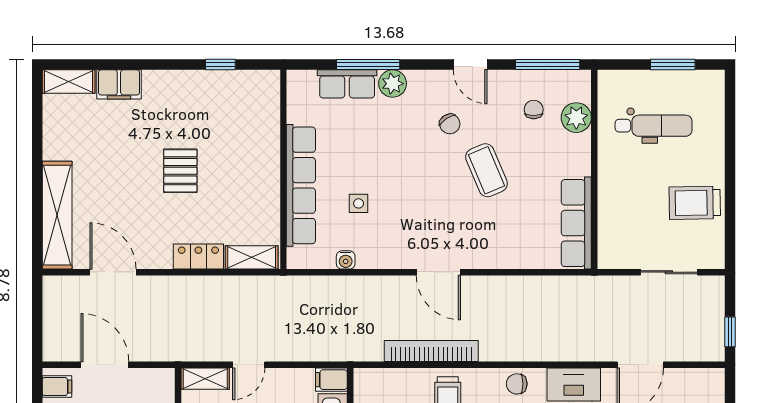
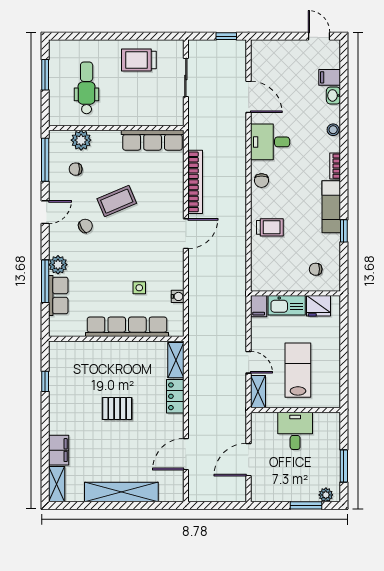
trolley: (695, 203) -> (139, 60), turned 91
shelving: (57, 215) -> (121, 492), moved
bookcase: (431, 351) -> (195, 182), moved, turned 180
filing cabinet: (57, 386) -> (263, 492), removed

